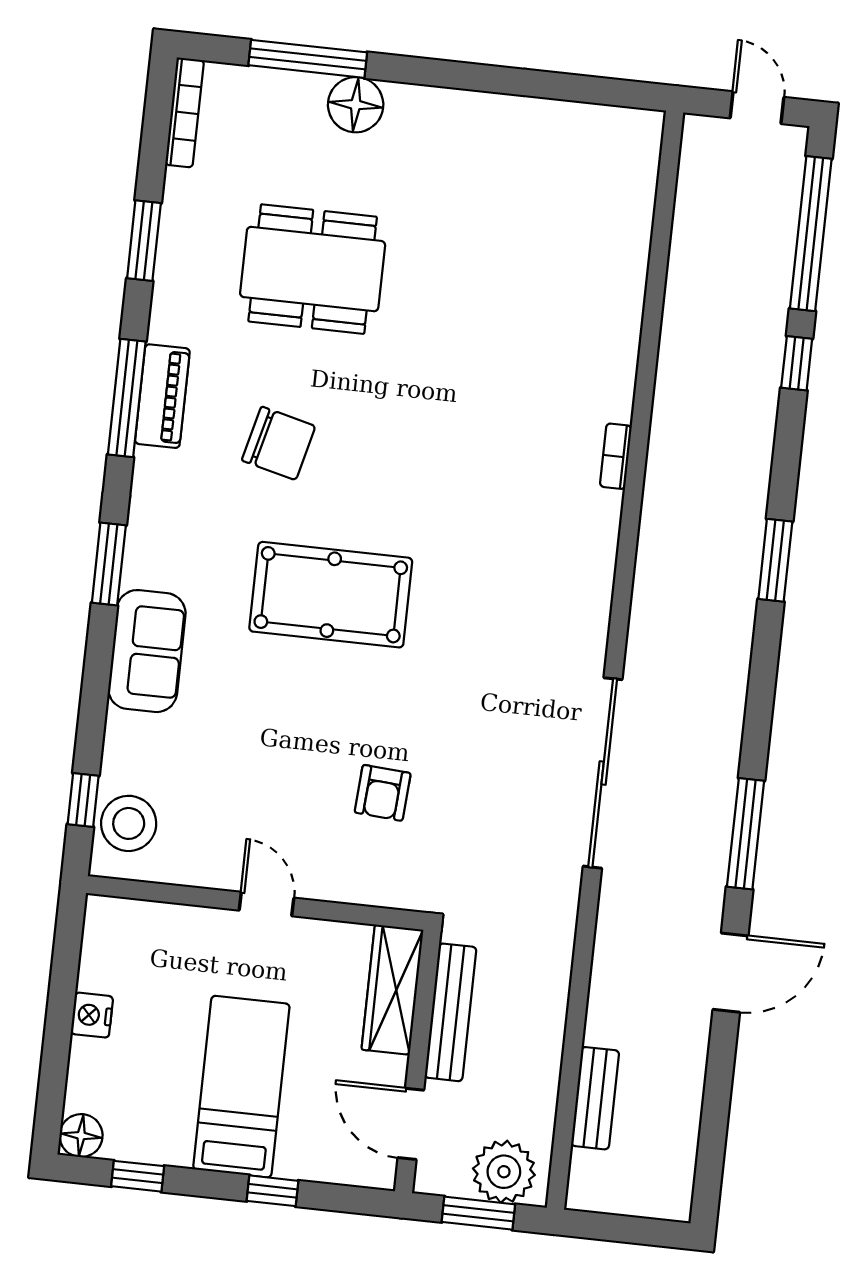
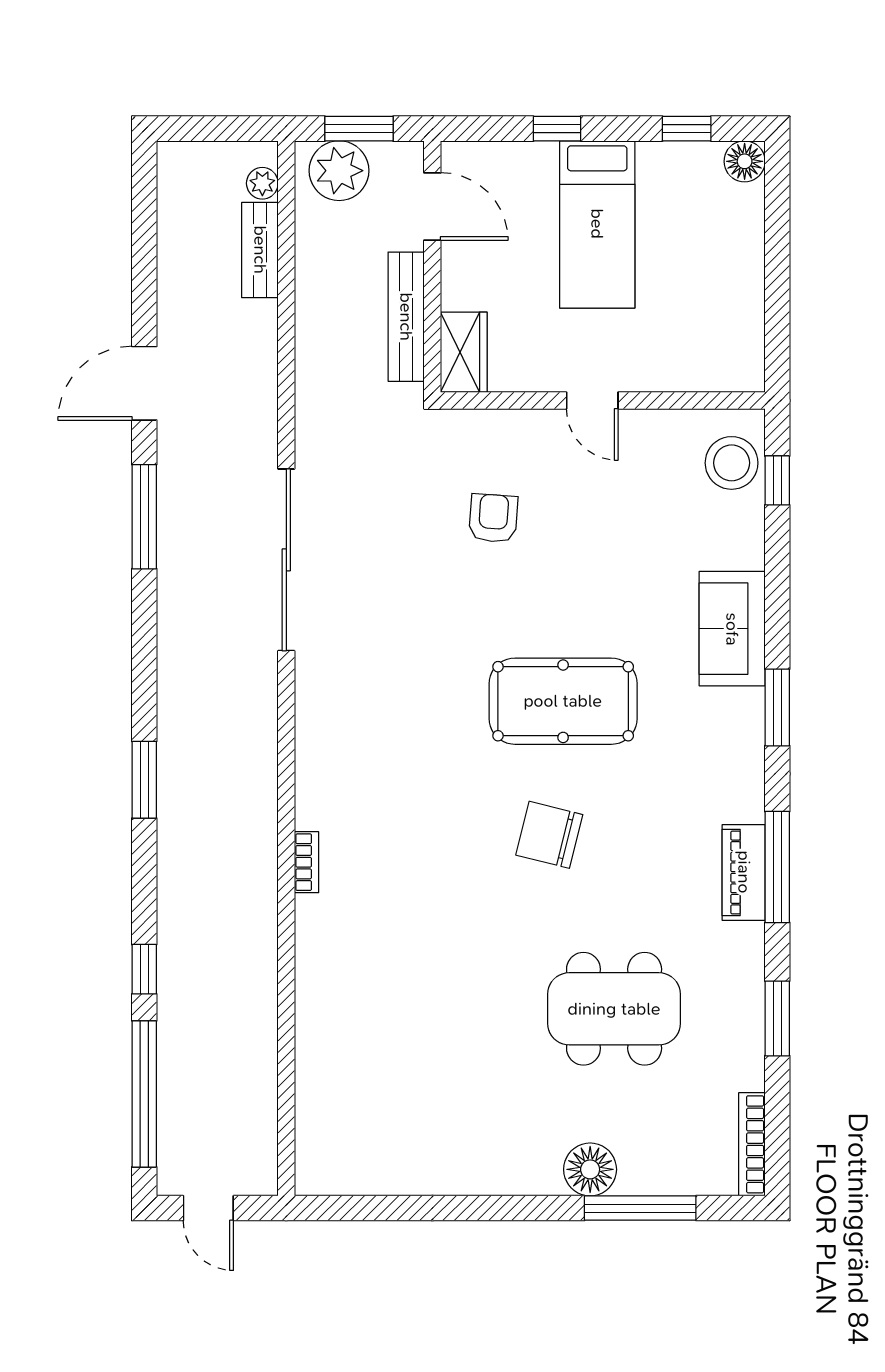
chair: (279, 443) -> (549, 835), moved
wardrobe: (392, 990) -> (464, 352), width x0.67
nightstand: (92, 1015) -> (747, 277), removed
plant: (585, 1167) -> (262, 183), added

